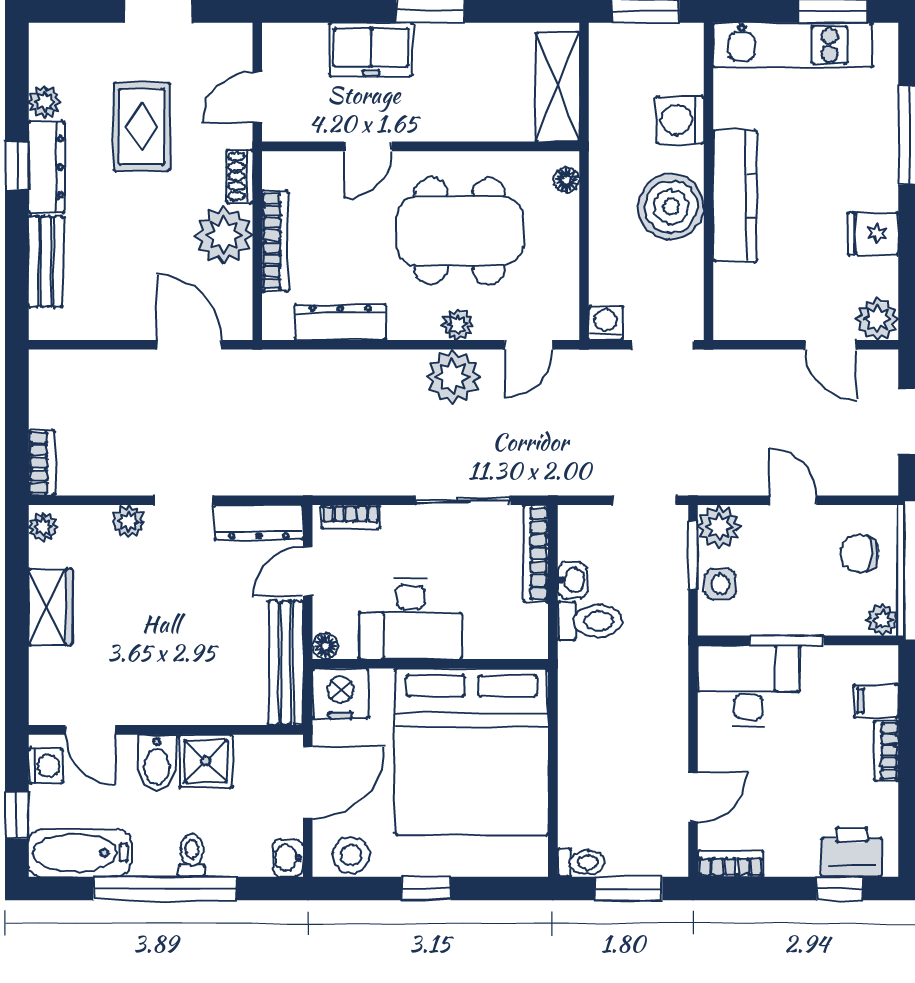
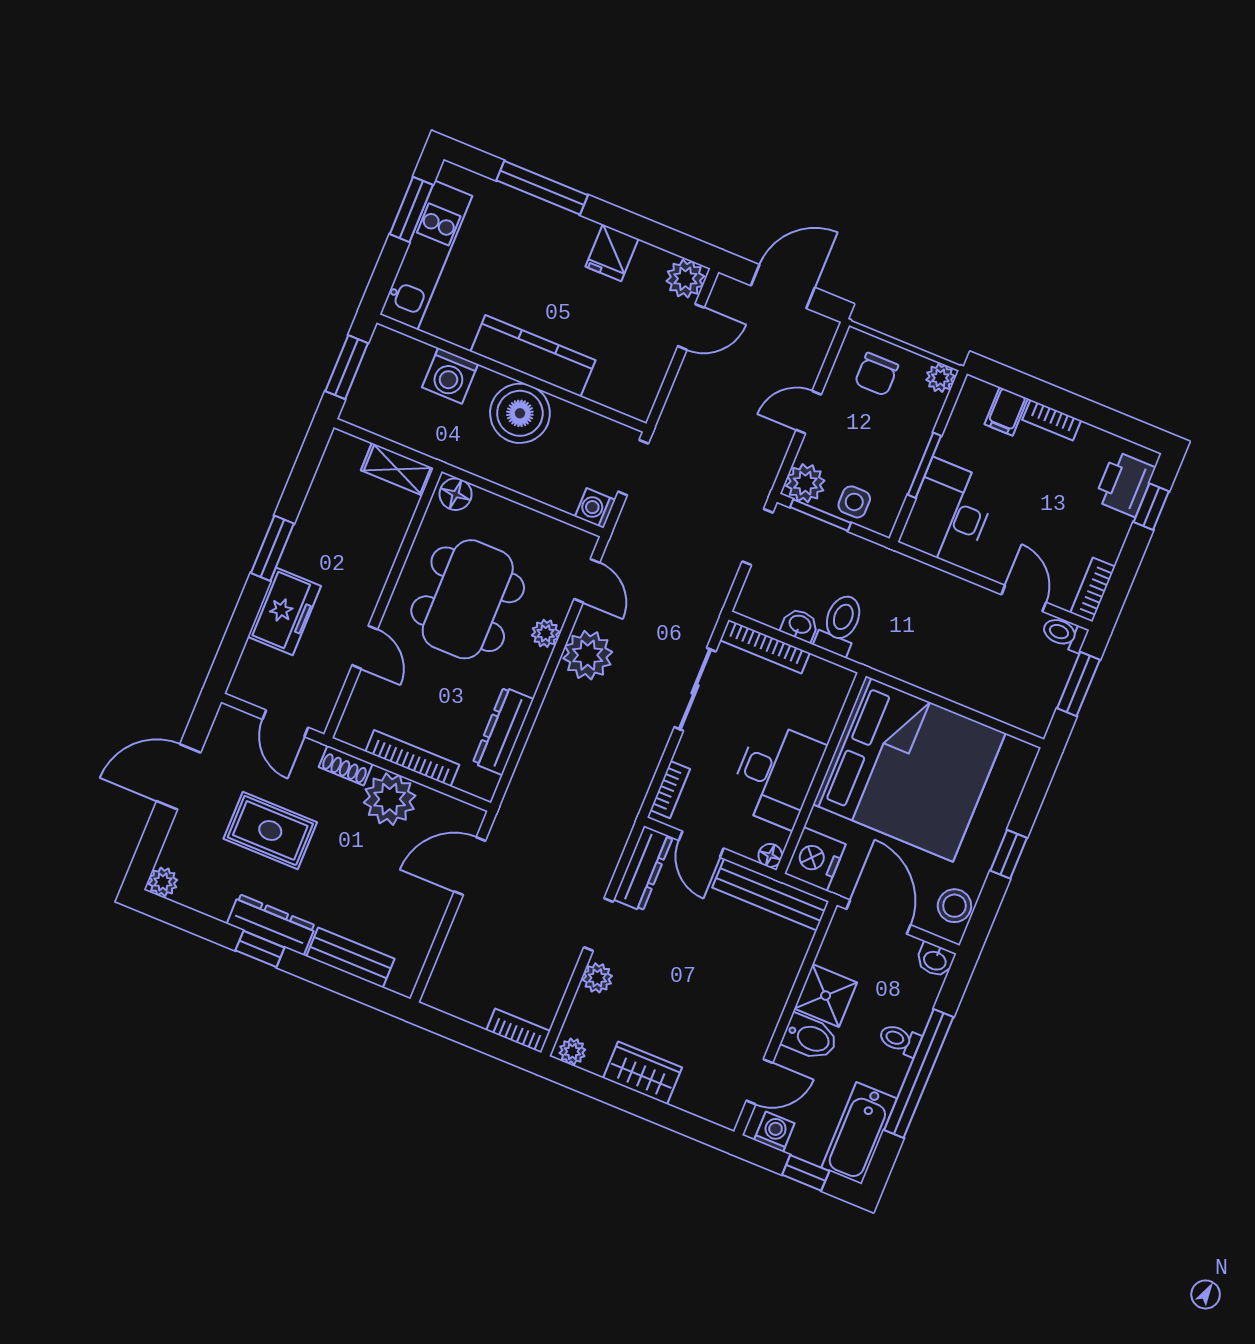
shelving: (557, 87) -> (397, 469), width x0.67, depth x0.75
plant: (45, 102) -> (163, 882), moved
floor lamp: (567, 180) -> (456, 494), width x1.37, depth x1.37
toilet: (581, 862) -> (1065, 634), moved, turned -90

